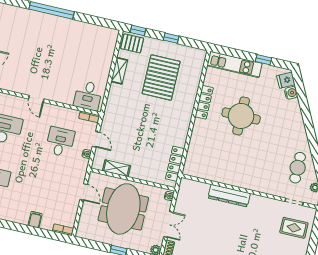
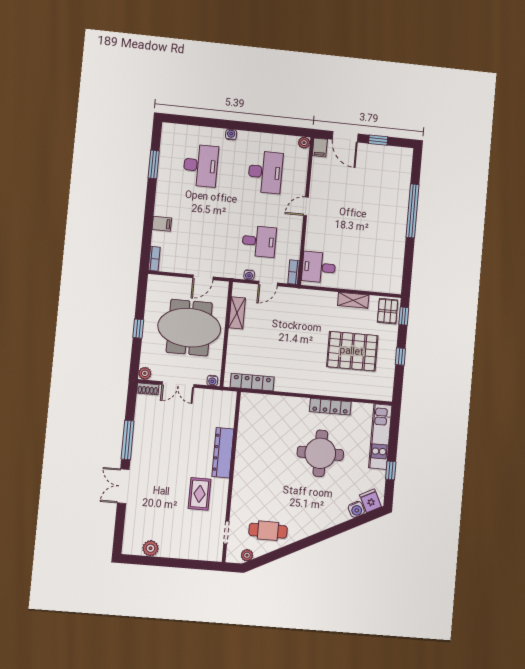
rug: (294, 228) -> (200, 494), moved

